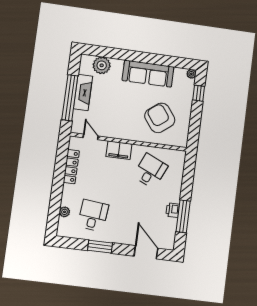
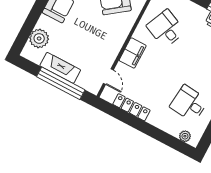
door: (91, 137) -> (108, 77), swing flipped
plant: (65, 212) -> (185, 136), moved

